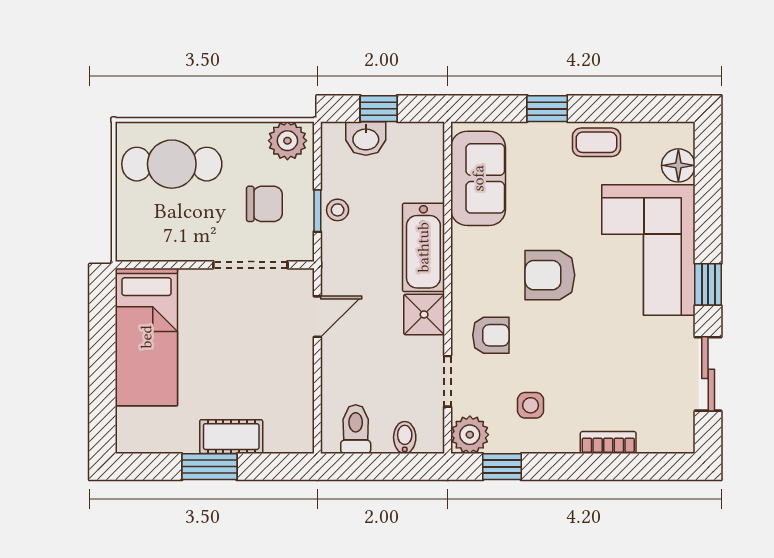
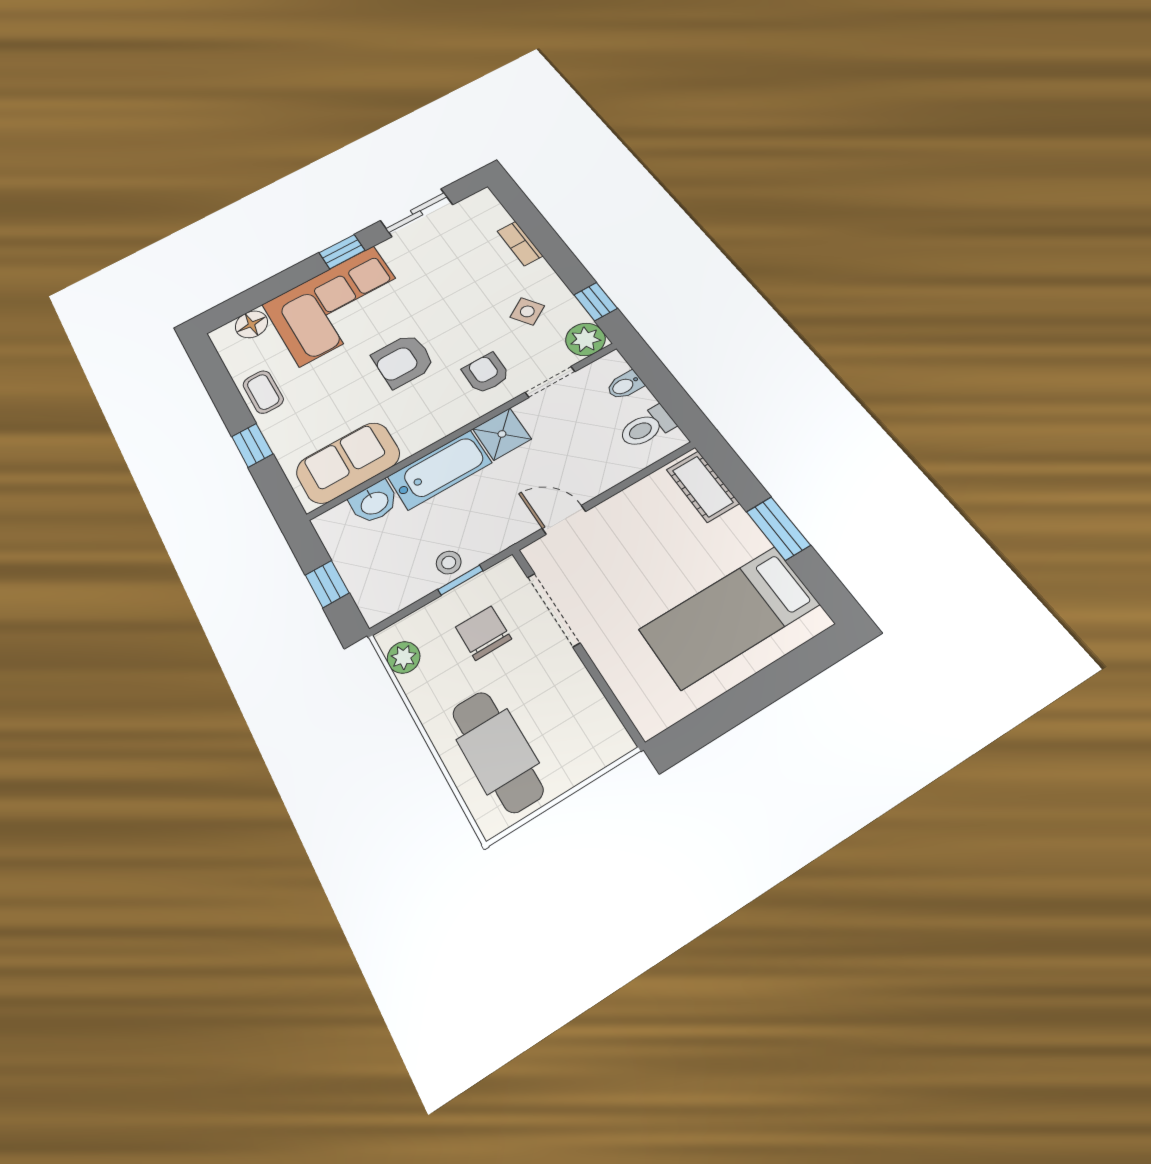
washbasin: (366, 138) -> (374, 502), moved, turned 90
plant: (287, 141) -> (404, 657), width x0.73, depth x0.73
armchair: (550, 275) -> (403, 360), turned 90
bed: (146, 337) -> (729, 617), moved, turned 180
side table: (531, 405) -> (527, 311), turned -33
cot: (231, 437) -> (703, 486), moved

